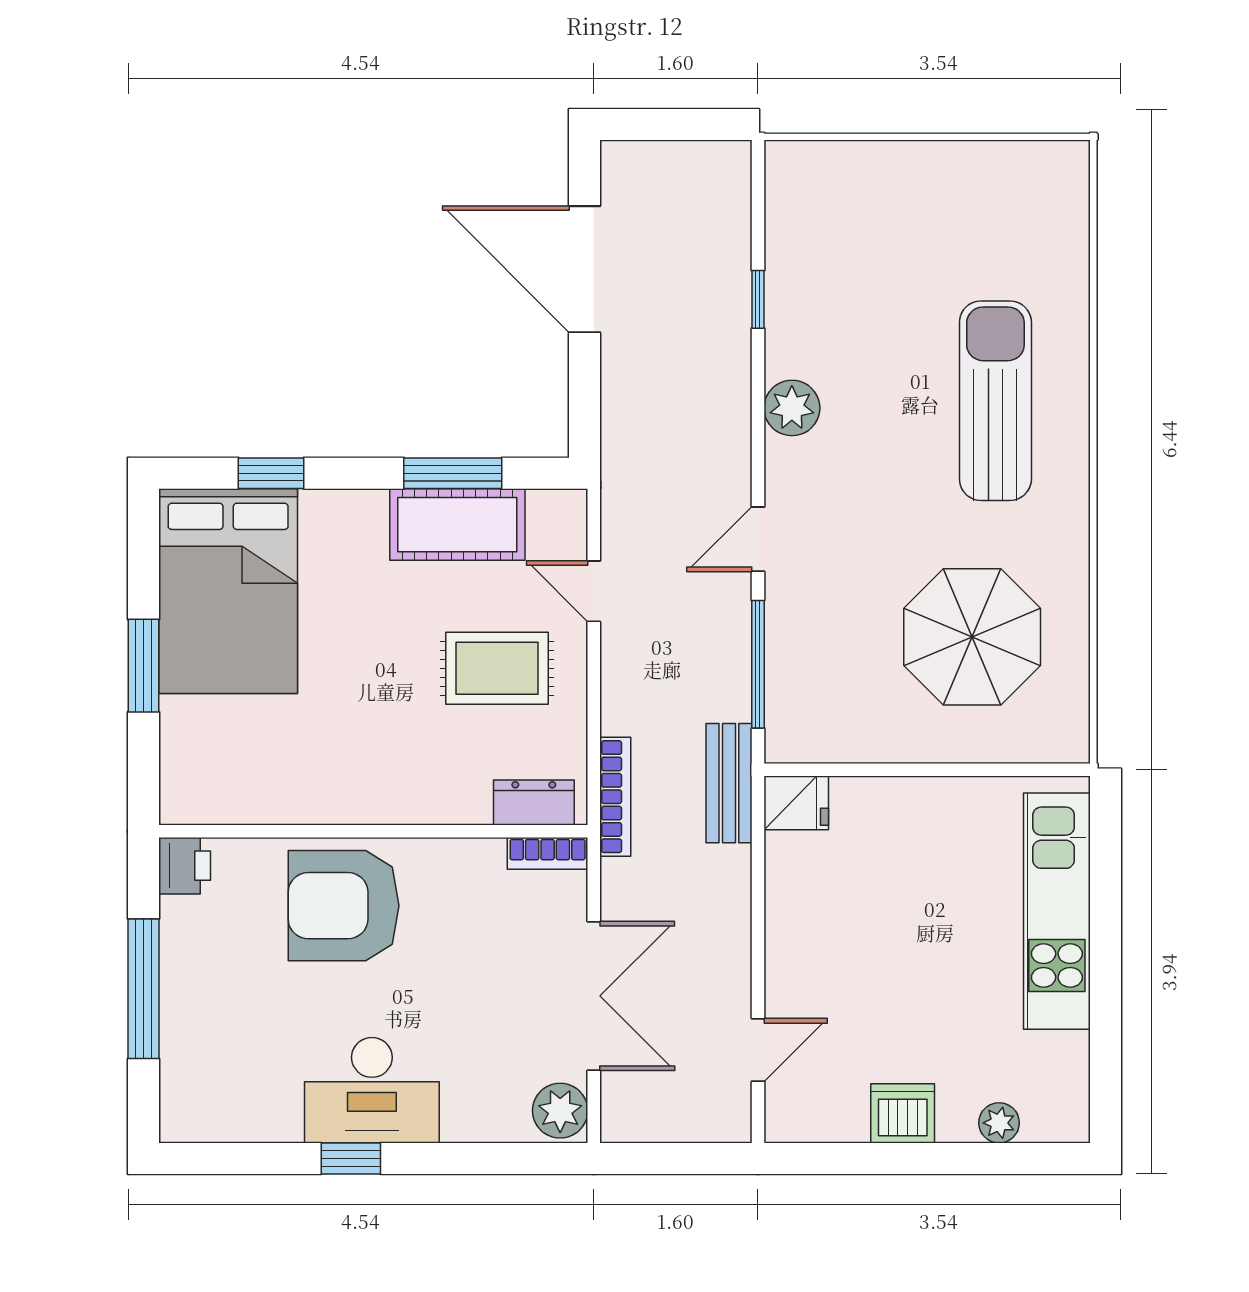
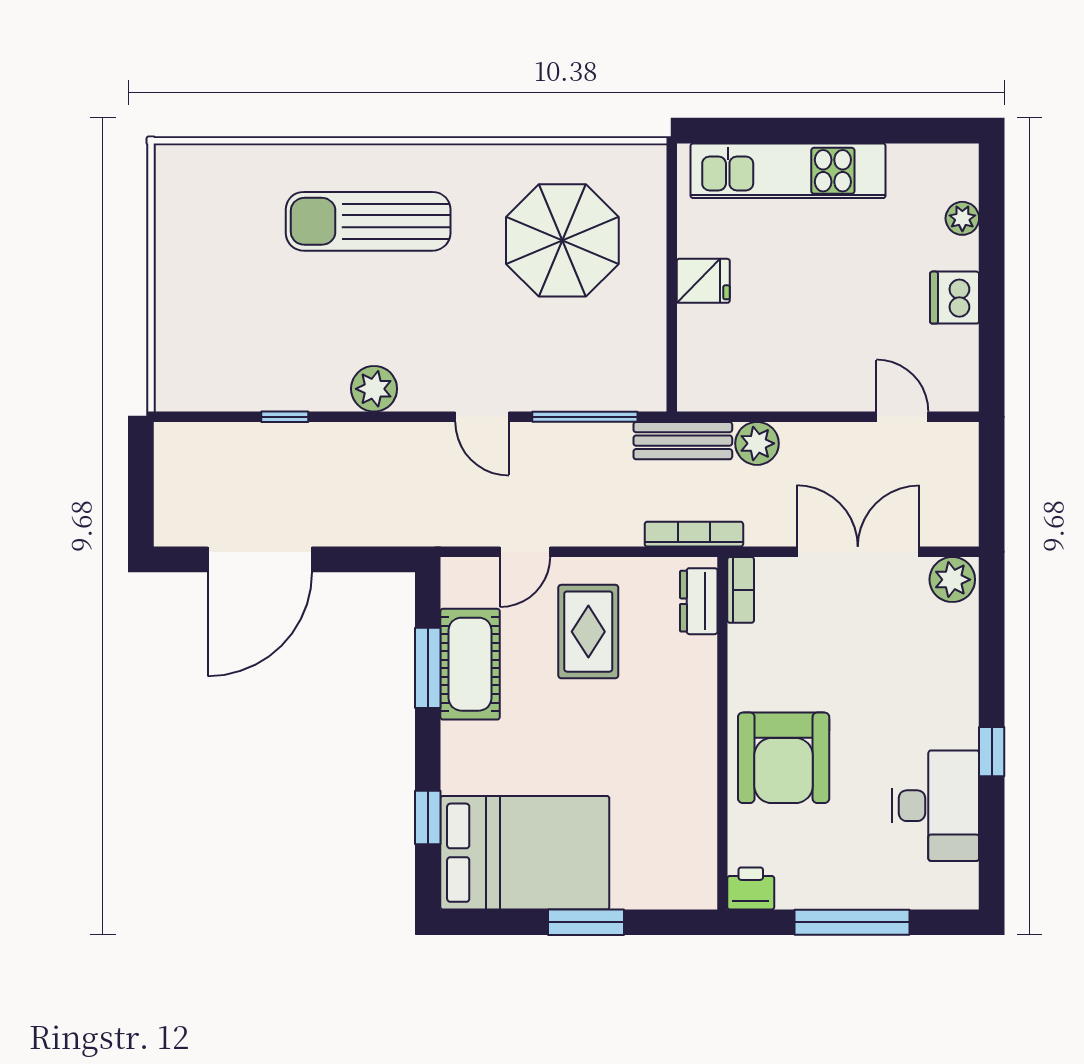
fridge: (796, 803) -> (703, 281), moved, turned 90
plant: (725, 873) -> (757, 443), added
desk: (372, 1090) -> (935, 806), moved

